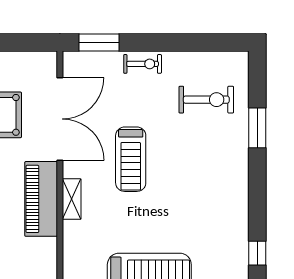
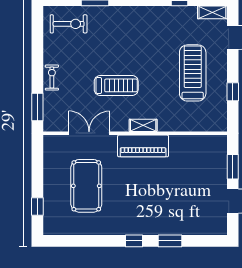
exercise bike: (206, 100) -> (69, 24), moved, turned 90
double door: (60, 119) -> (89, 133), width x0.73

